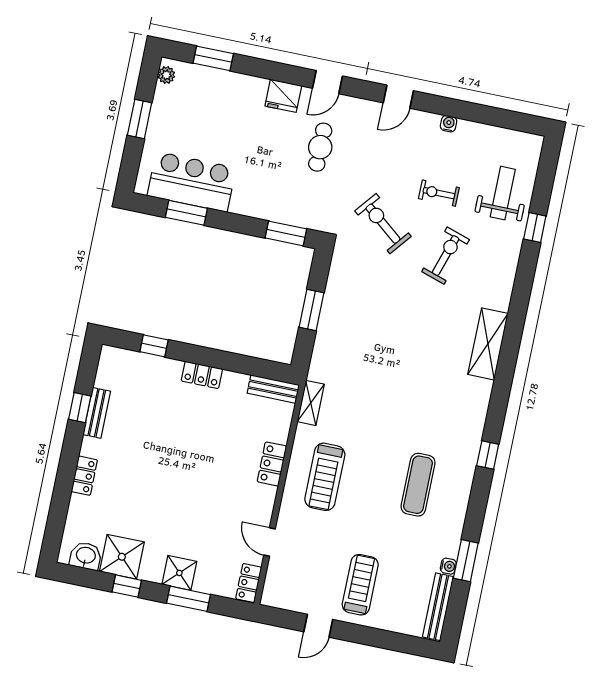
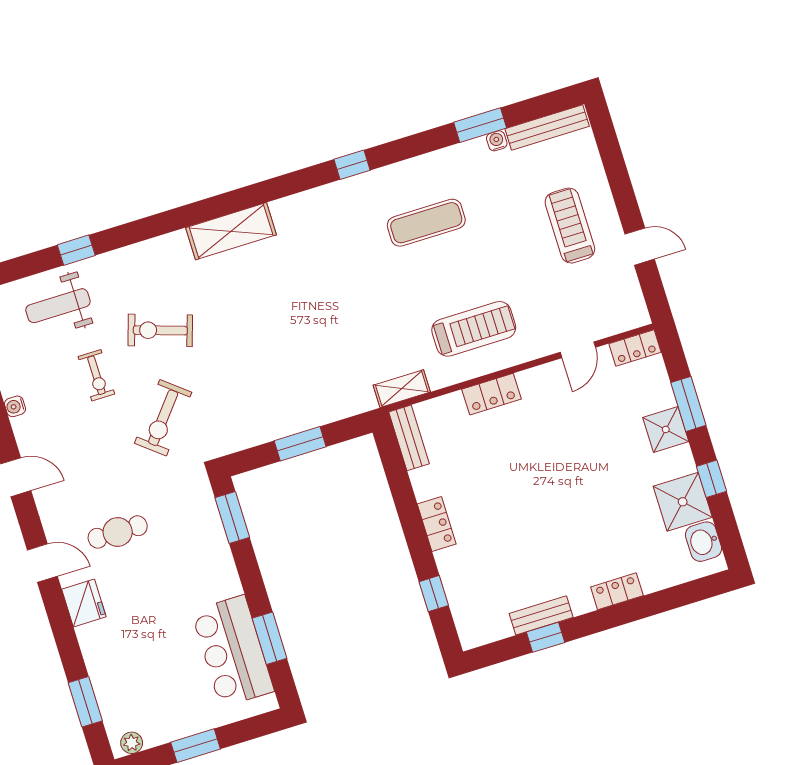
treadmill: (360, 585) -> (570, 226), turned 90

